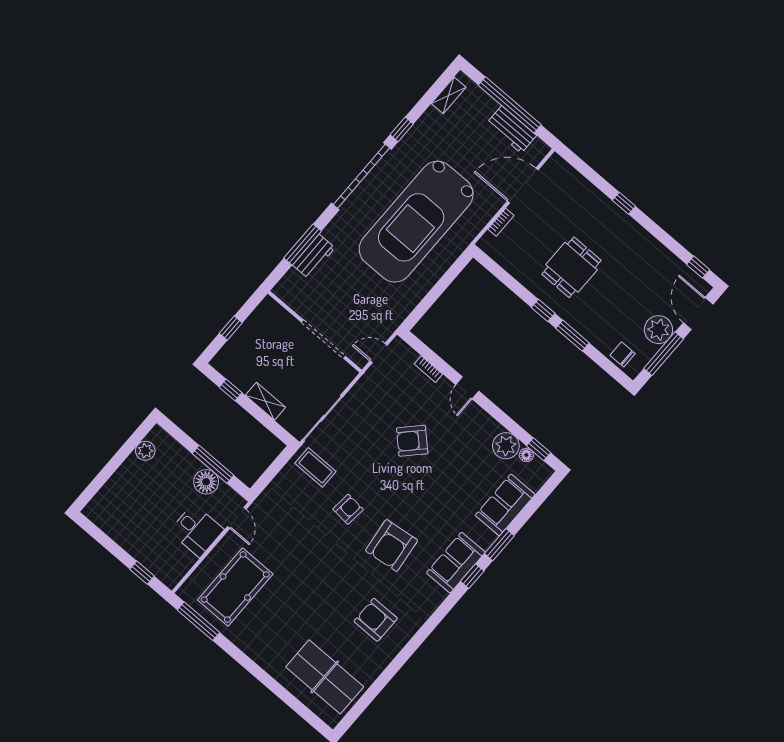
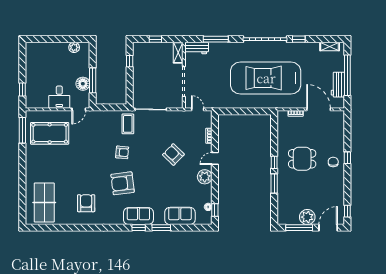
workbench: (314, 256) -> (197, 48), moved
chair: (623, 354) -> (333, 162), moved
shelving: (265, 401) -> (178, 53), moved
plant: (506, 446) -> (205, 177), moved

